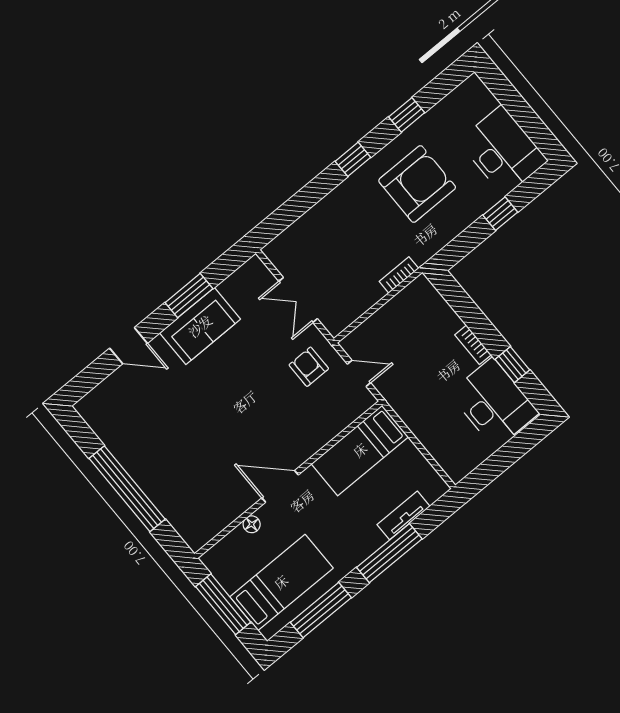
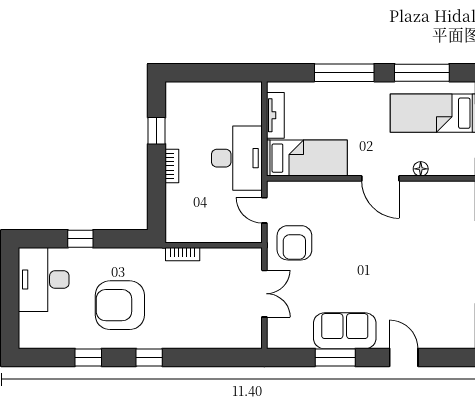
armchair: (309, 367) -> (294, 243), width x1.38, depth x1.38
desk: (494, 403) -> (237, 158), moved, turned 180
tv unit: (404, 515) -> (275, 115), moved, turned -90

